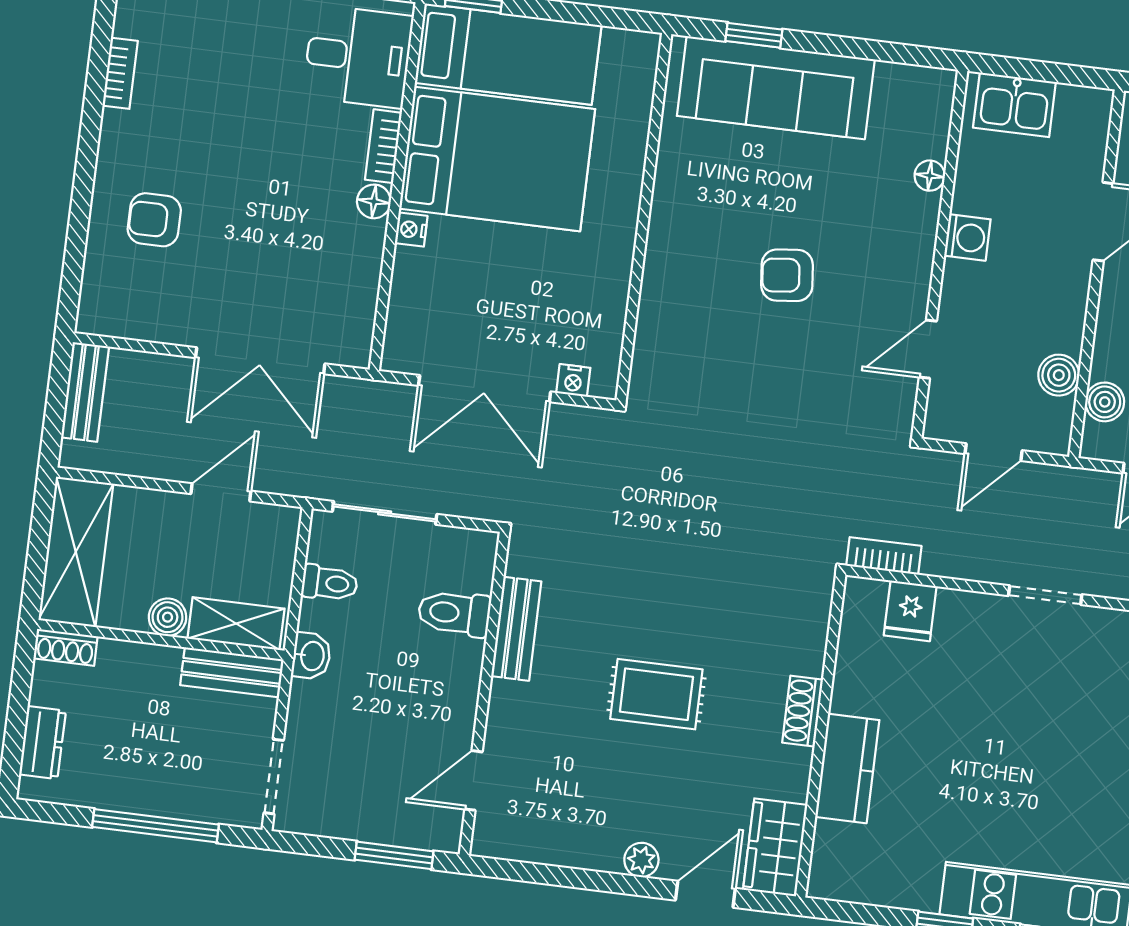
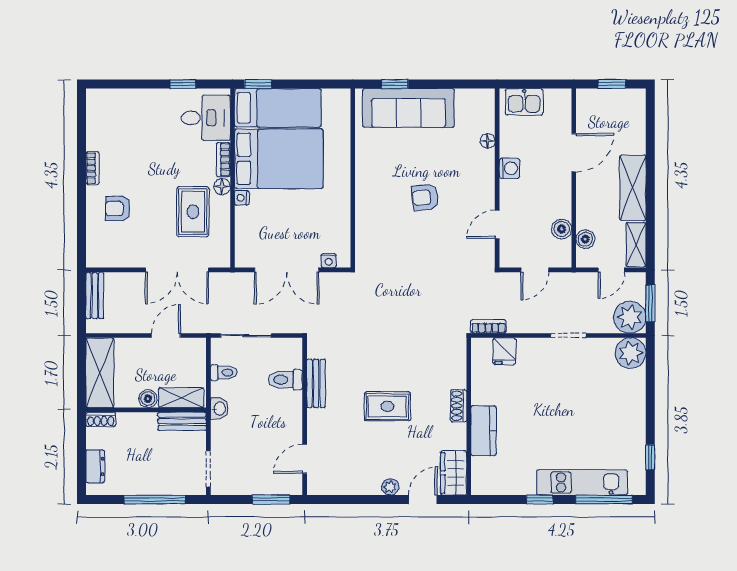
bookcase: (120, 73) -> (93, 168), moved
rug: (307, 245) -> (193, 212), added

